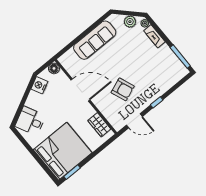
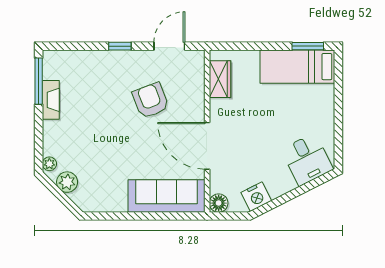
fireplace: (154, 36) -> (51, 100), moved
sofa: (95, 40) -> (167, 196), moved
door: (134, 121) -> (169, 46), hinge flipped
bed: (63, 151) -> (297, 67), width x0.49

